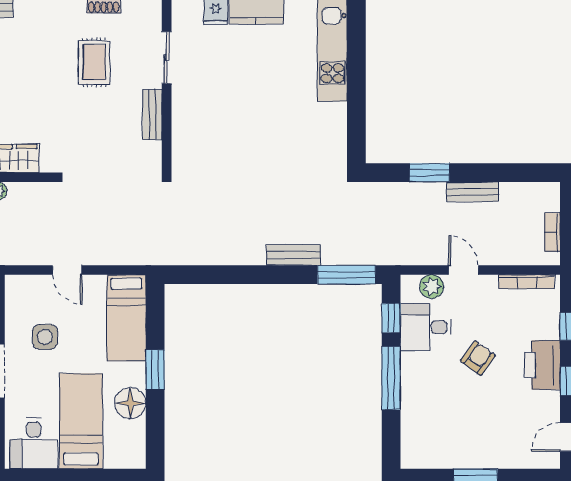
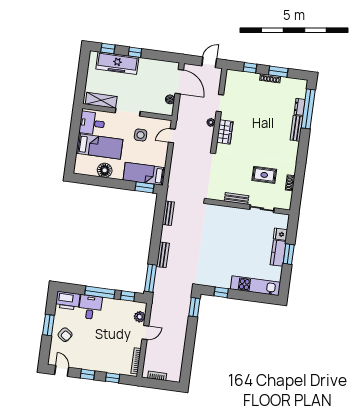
window: (356, 120) -> (221, 292), added
window: (429, 173) -> (194, 307), moved
bench: (473, 192) -> (168, 213), moved
door: (67, 270) -> (172, 136), moved
desk: (426, 327) -> (90, 307), moved
armchair: (478, 358) -> (65, 335), moved
printer: (542, 365) -> (68, 301), moved, turned 180
window: (155, 370) -> (145, 187), moved

